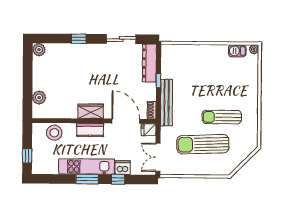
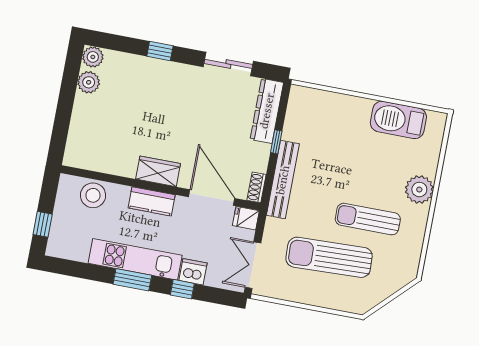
plant: (254, 49) -> (419, 190), moved, width x1.87, depth x1.87
barbecue: (237, 51) -> (398, 120), width x1.88, depth x1.53
plant: (39, 98) -> (89, 82), moved

